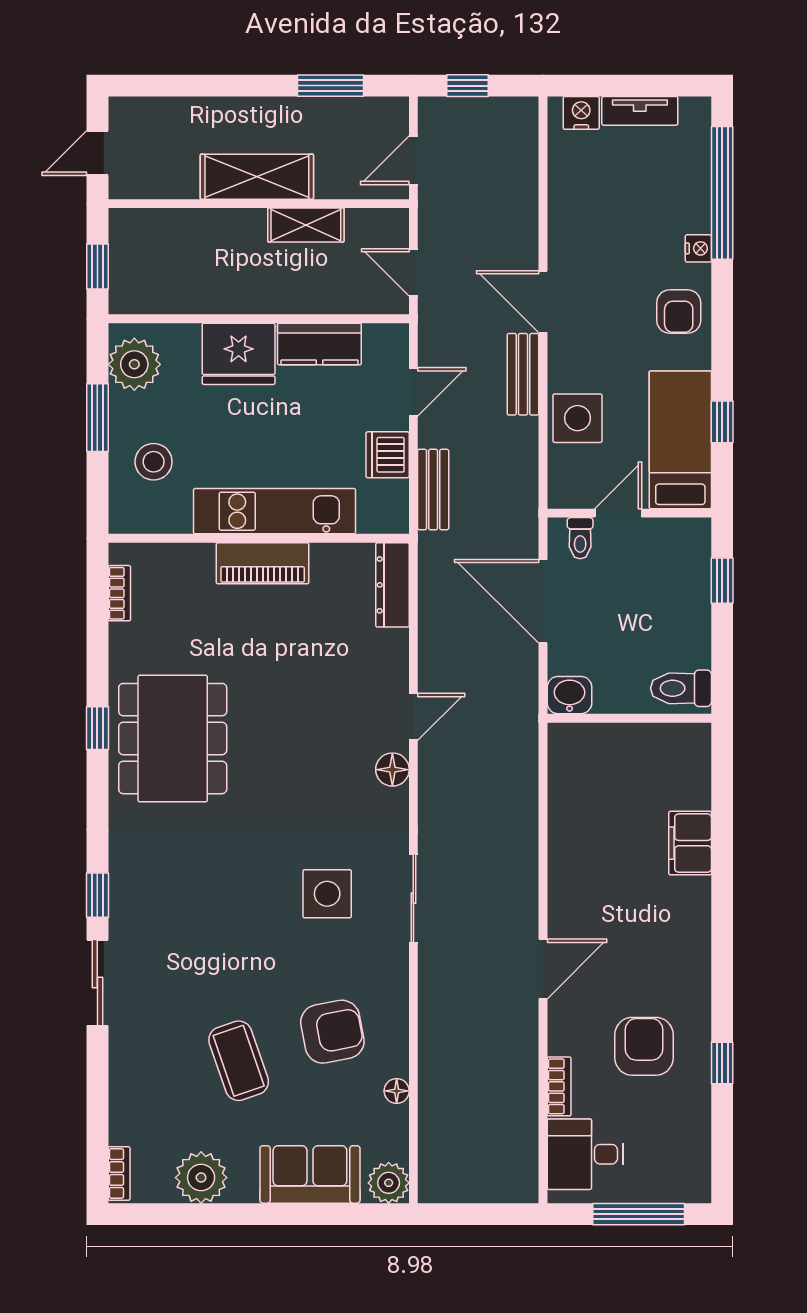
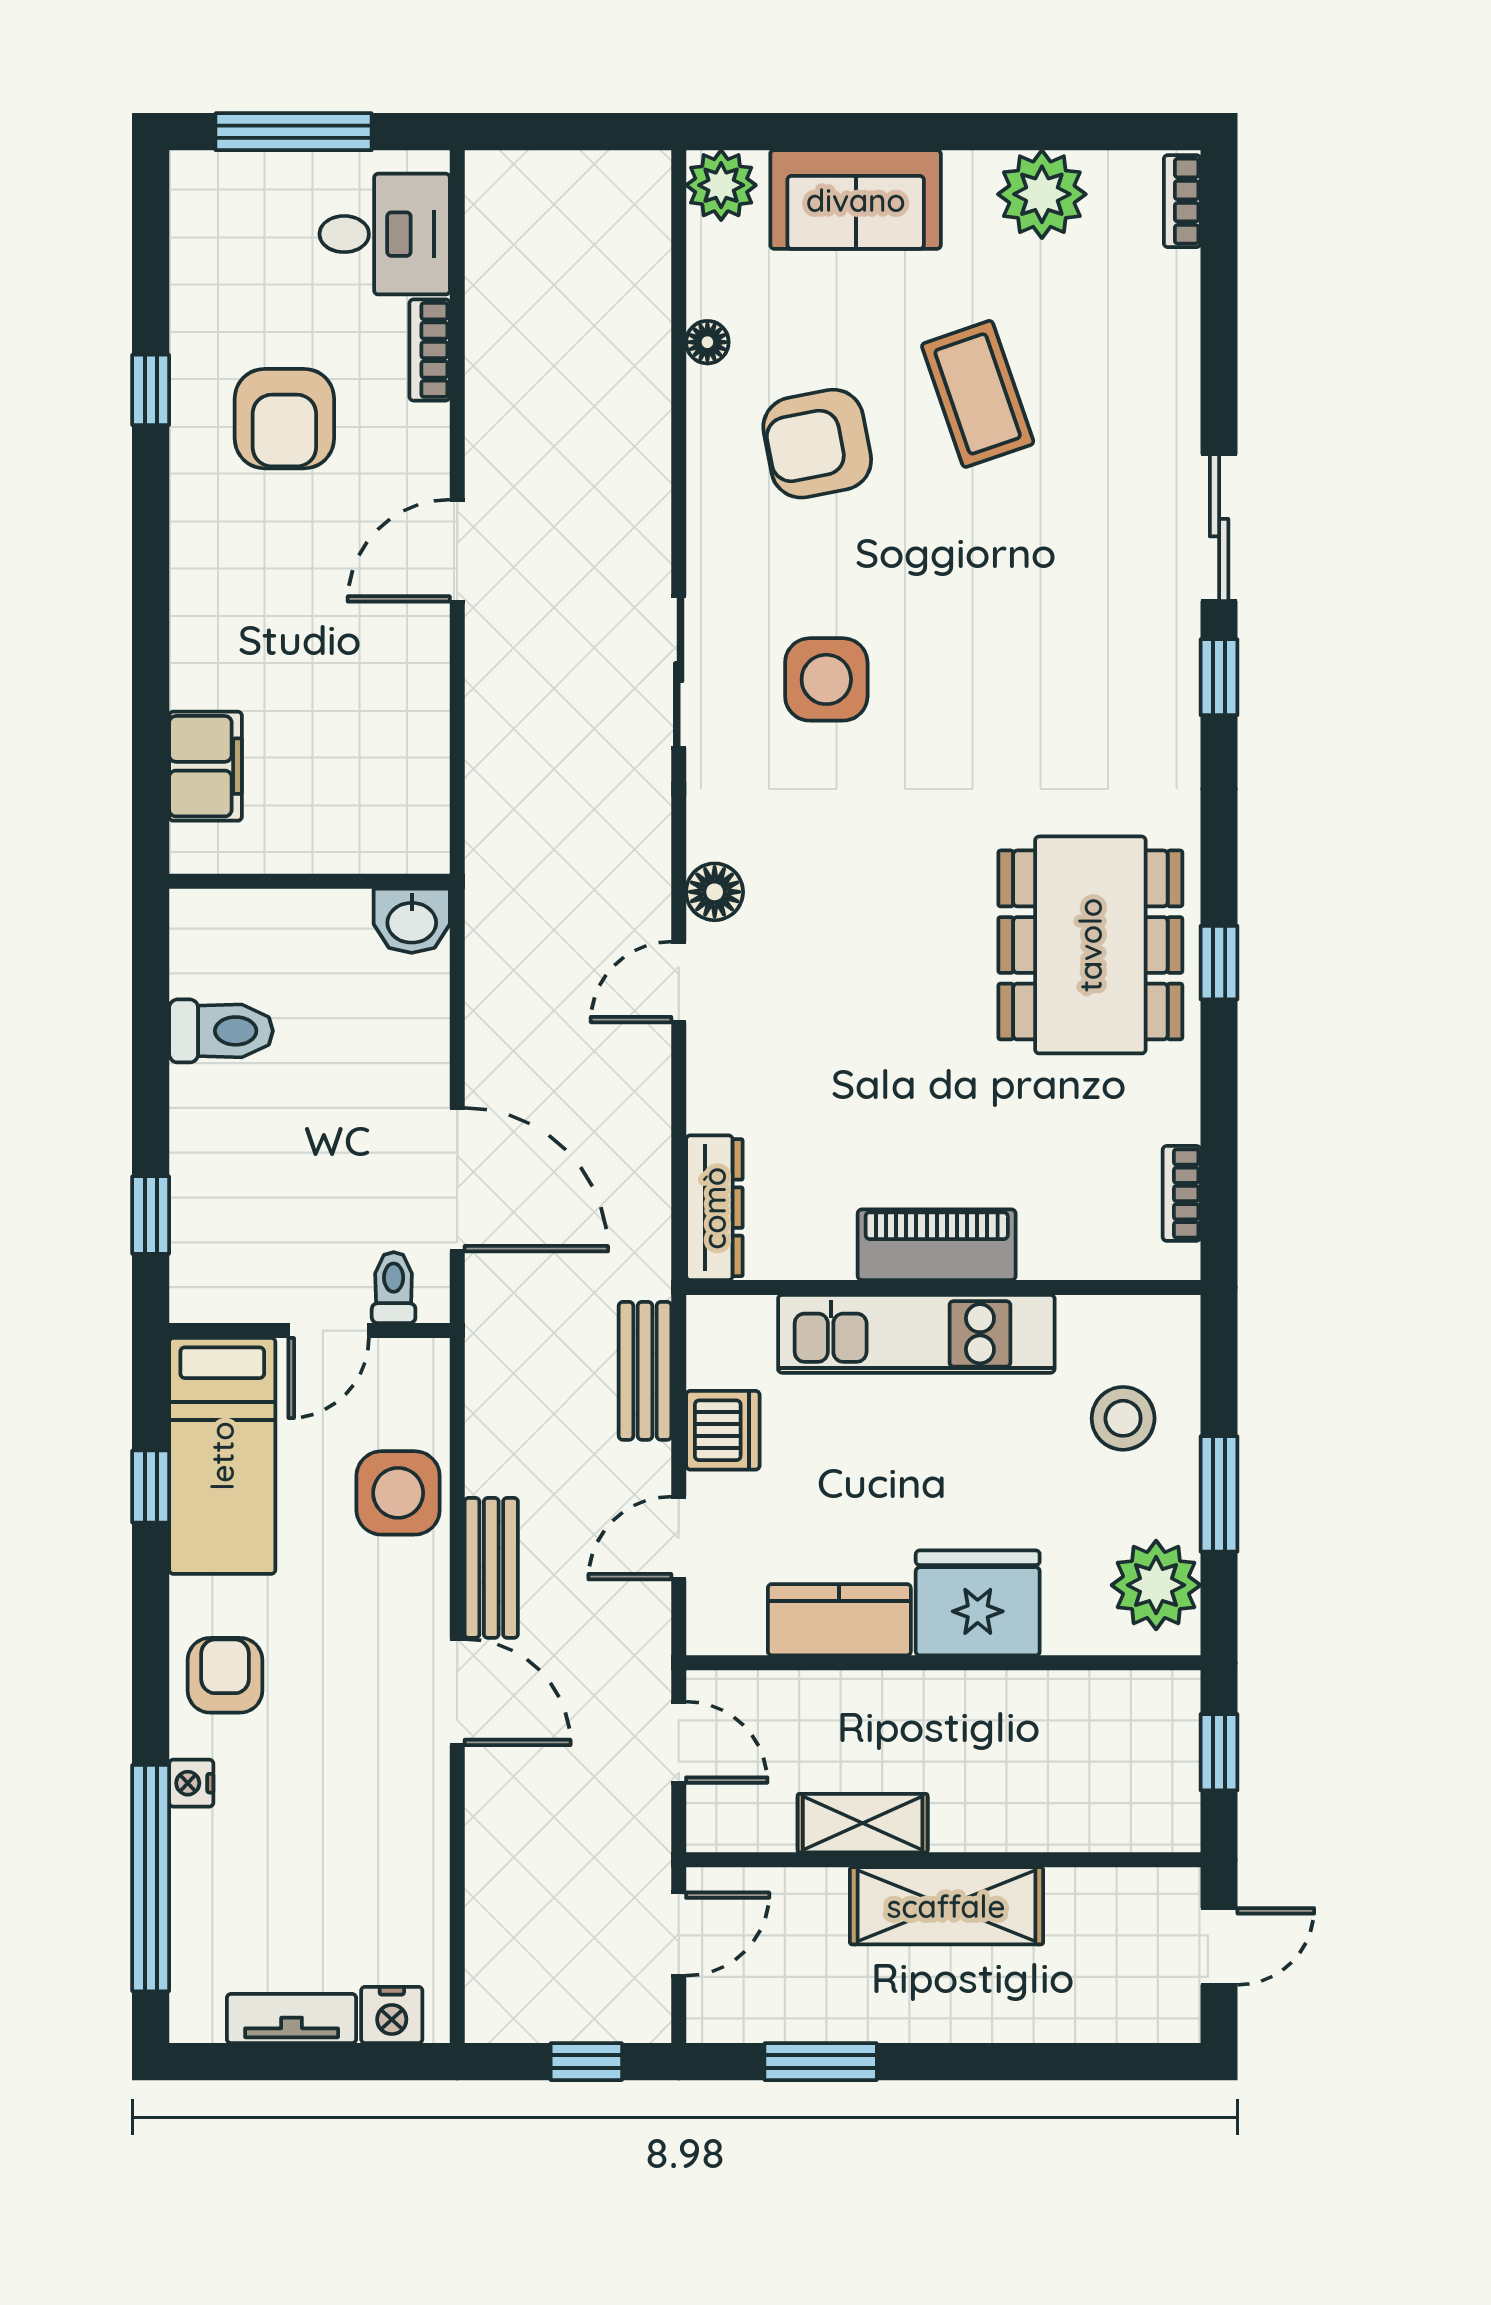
washbasin: (570, 695) -> (412, 921), moved
wall: (629, 718) -> (309, 881), moved

